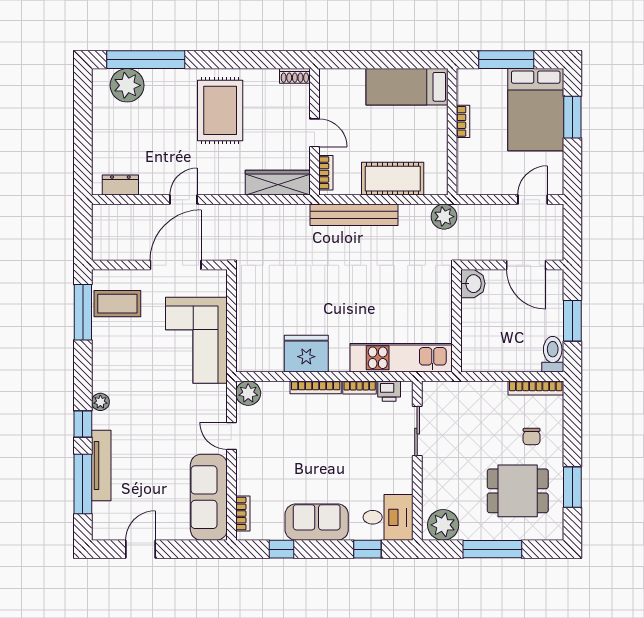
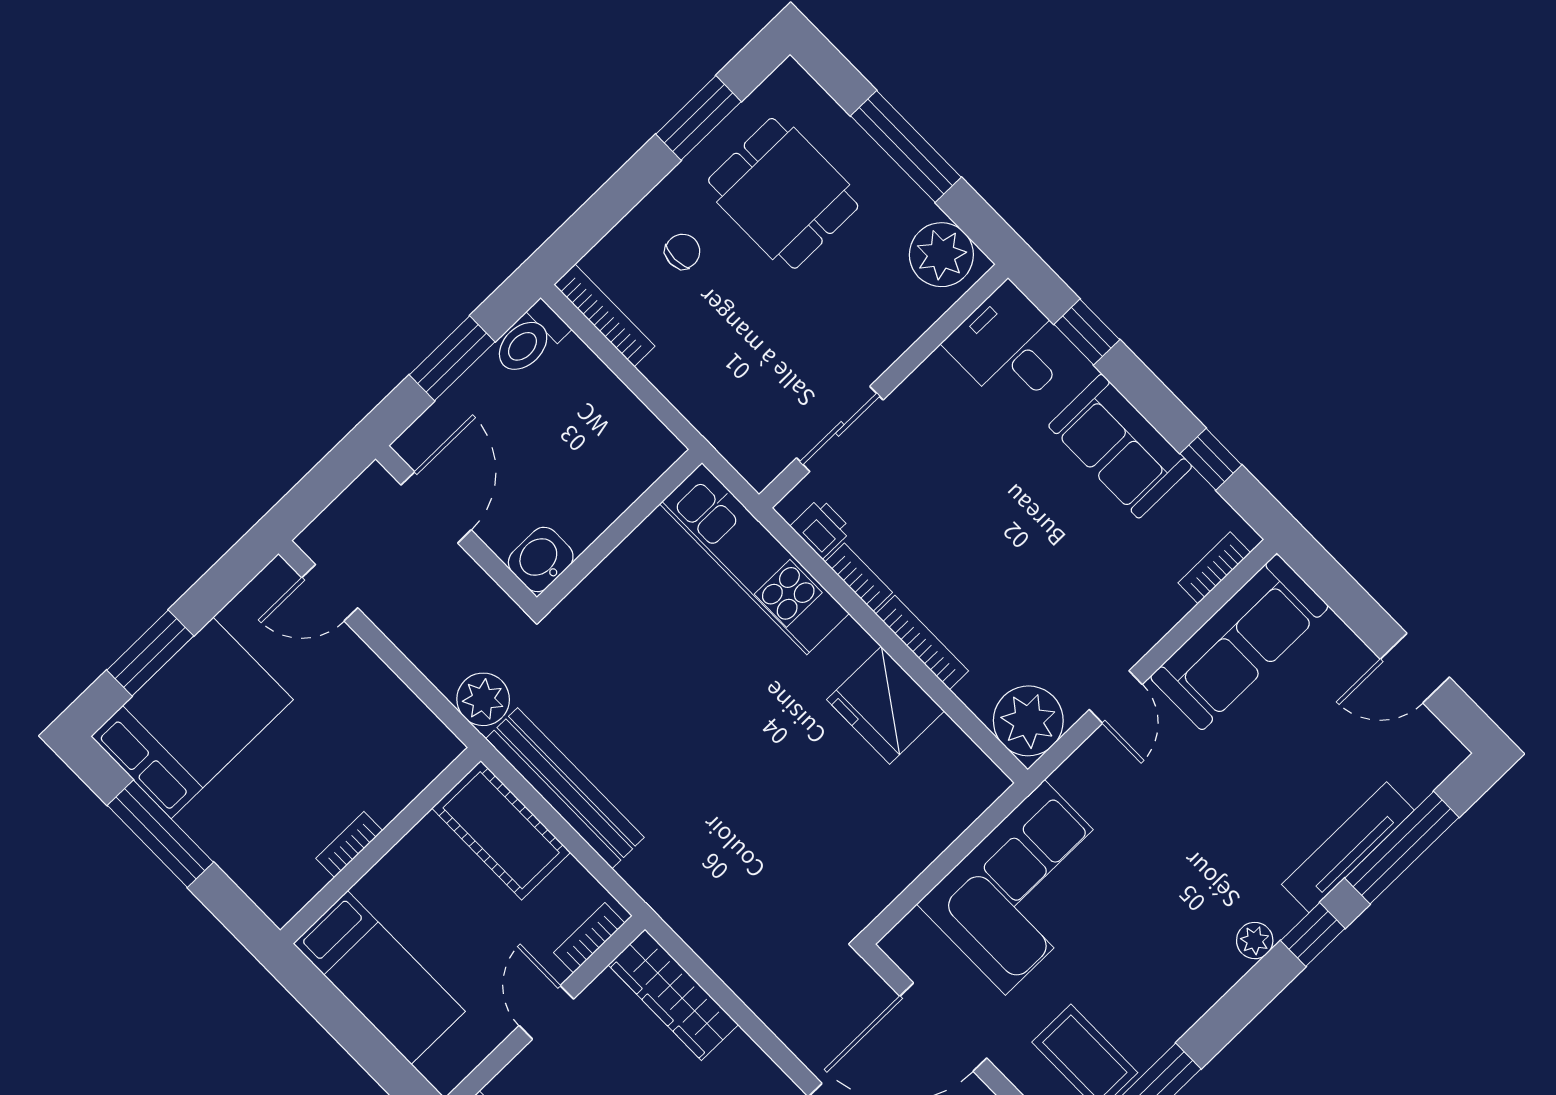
bed: (407, 87) -> (379, 978), moved
bookcase: (463, 121) -> (349, 844), moved
wall: (452, 132) -> (380, 846), moved
bench: (354, 215) -> (565, 788), moved
plant: (248, 393) -> (1028, 721), width x1.36, depth x1.36

